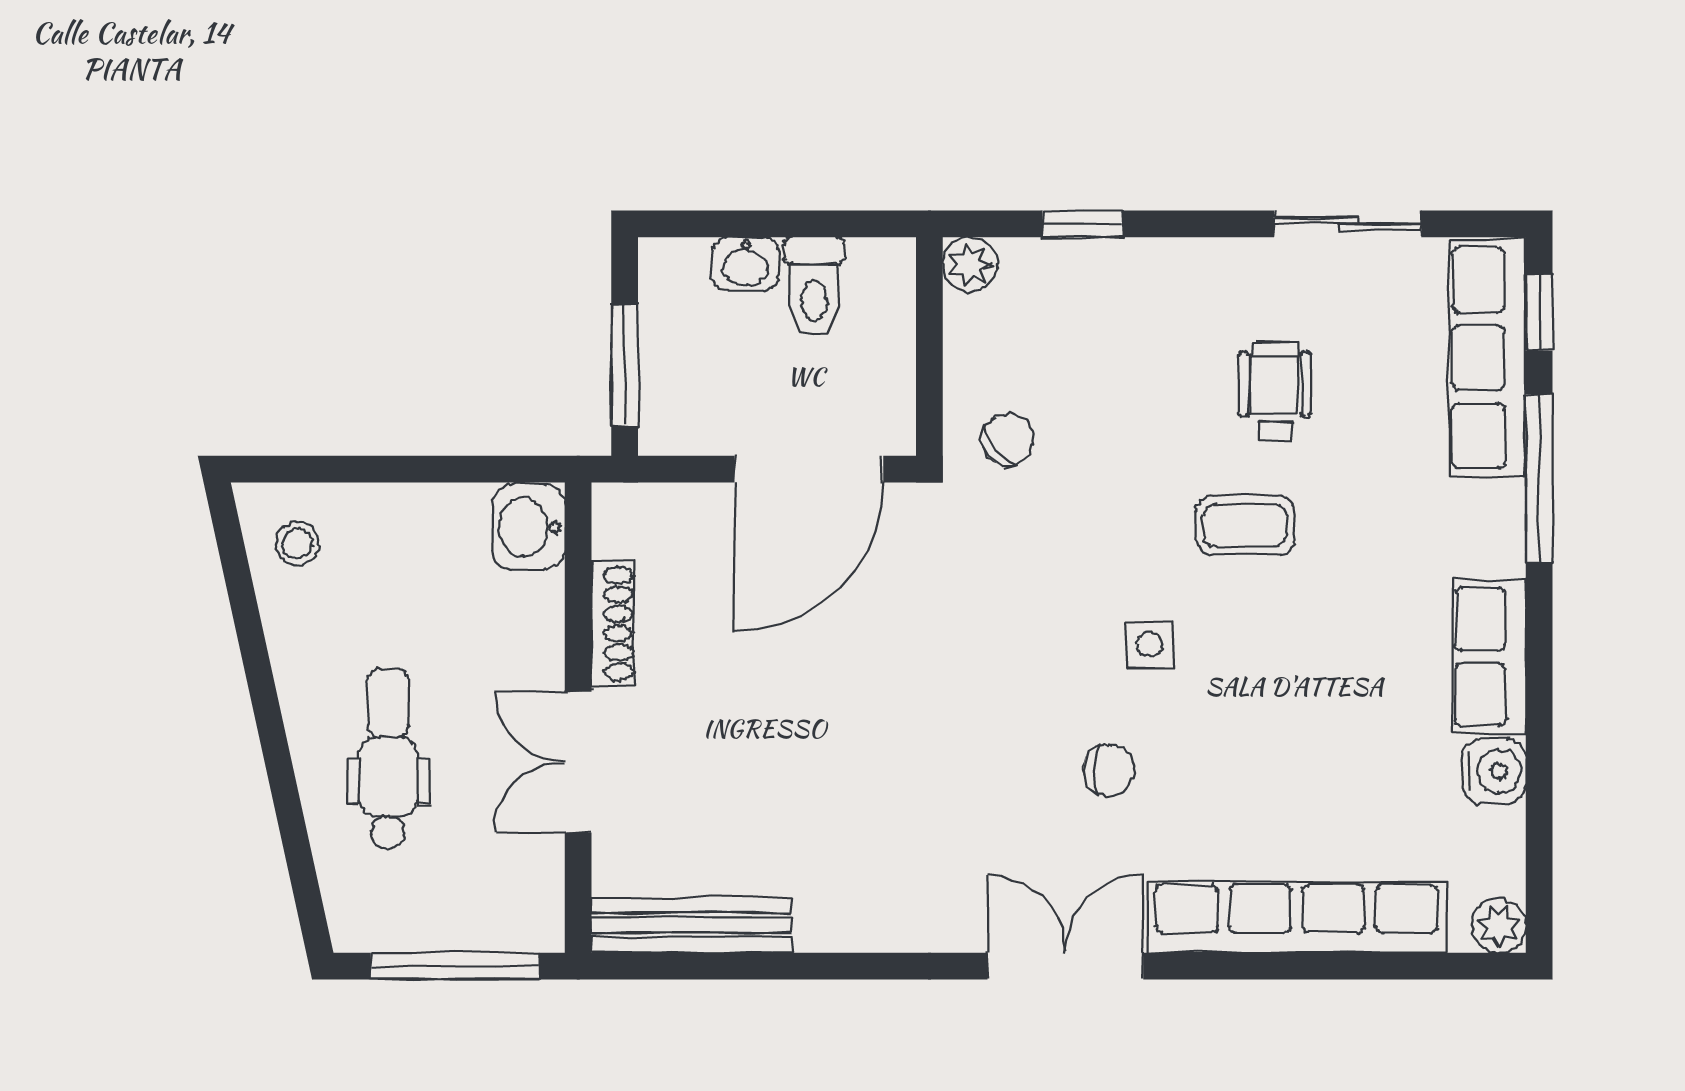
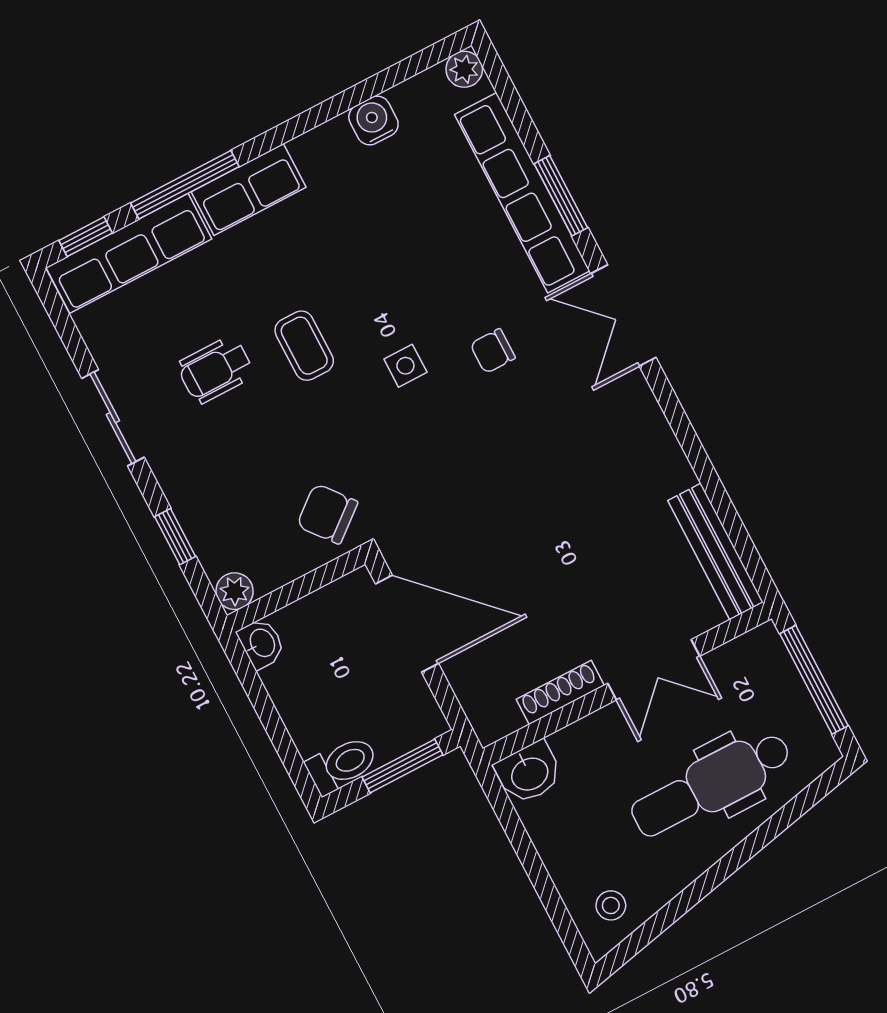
sliding door: (1348, 224) -> (113, 418), moved
washbasin: (746, 264) -> (261, 643), moved
toilet: (814, 287) -> (342, 765), moved
chair: (1008, 440) -> (327, 514), width x1.37, depth x1.37
row of seats: (1489, 657) -> (249, 190), moved
dental chair: (388, 759) -> (711, 784), width x1.36, depth x1.38
chair: (1109, 770) -> (493, 351), turned -90
window: (1266, 966) -> (561, 196), added

